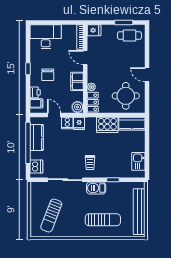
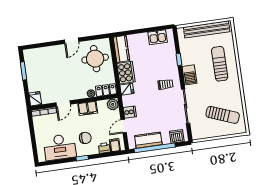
cafe table: (129, 36) -> (35, 63), removed
desk: (46, 37) -> (60, 147), moved, turned -90
fridge: (79, 123) -> (127, 89), moved

